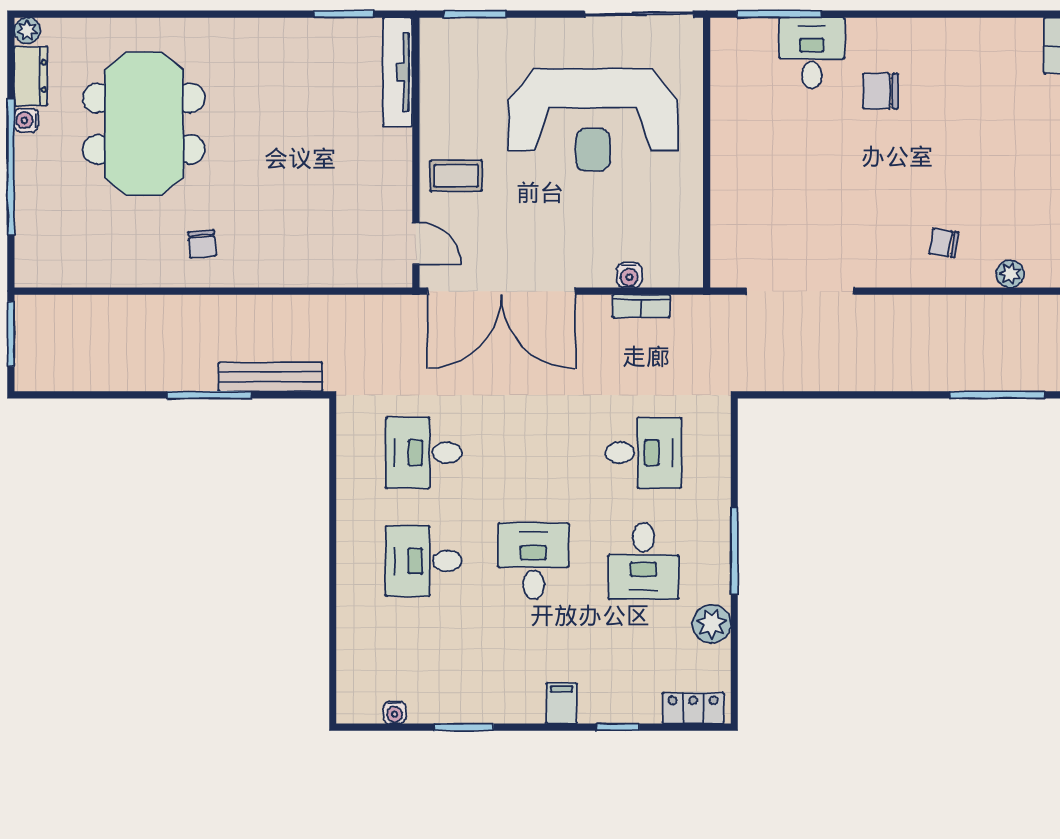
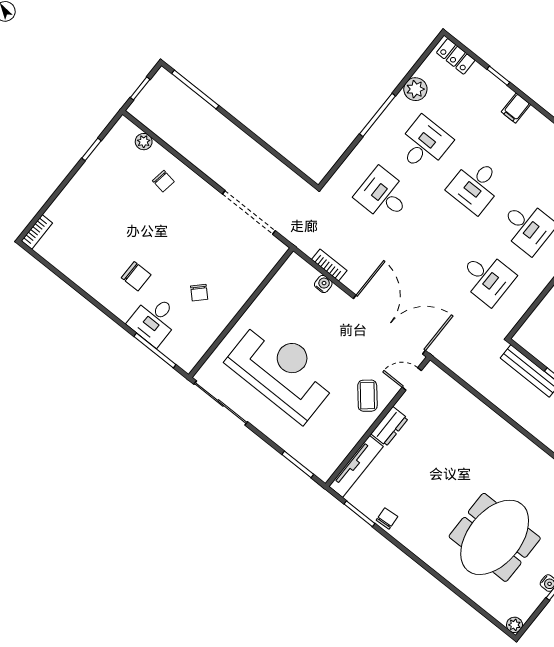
dresser: (31, 76) -> (389, 426), moved, turned 180
chair: (782, 135) -> (199, 293), added
coffee table: (456, 176) -> (367, 396), turned 50
door: (416, 243) -> (412, 379), hinge flipped
chair: (202, 244) -> (387, 518), moved

